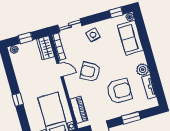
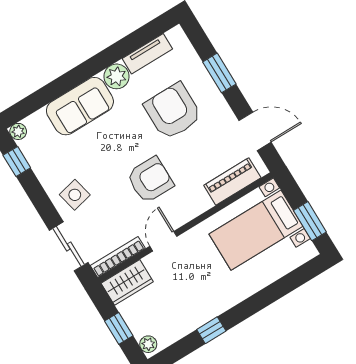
sofa: (130, 38) -> (80, 106), moved
armchair: (90, 72) -> (150, 180), turned -118
window: (18, 100) -> (211, 330), moved

